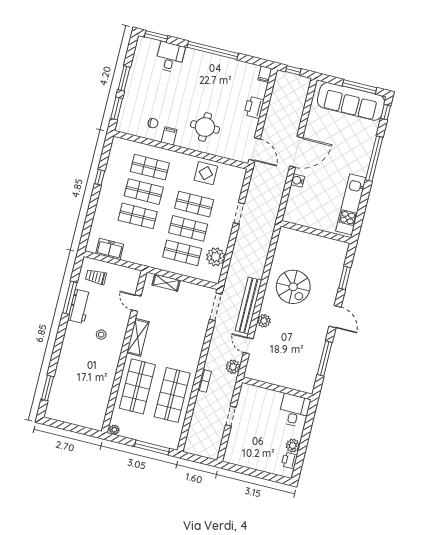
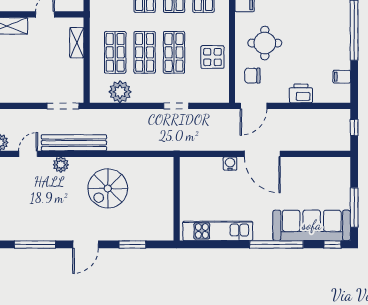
filing cabinet: (265, 74) -> (342, 77), moved
sofa: (351, 101) -> (312, 225), moved, turned 90
chair: (229, 144) -> (252, 76), added

